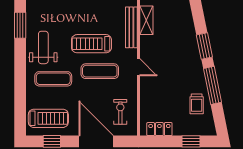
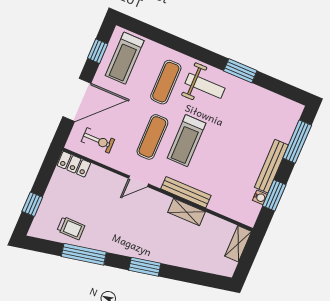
treadmill: (91, 44) -> (187, 141), turned 180
window: (204, 46) -> (145, 267), moved
trolley: (197, 104) -> (71, 228), turned 180
locker: (159, 129) -> (74, 164), moved, turned 90

